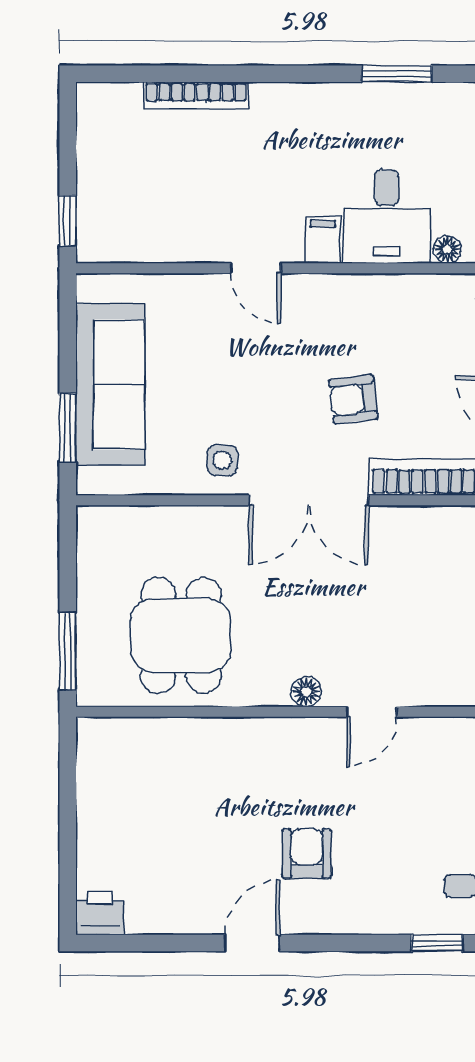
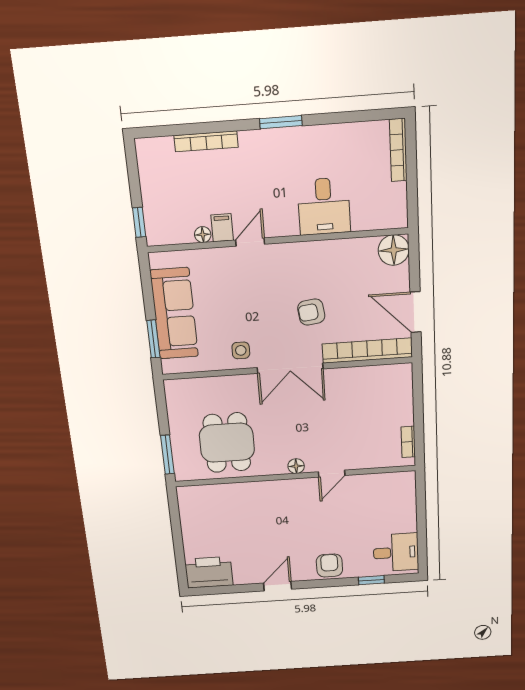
window: (397, 74) -> (281, 122), moved
filing cabinet: (323, 240) -> (222, 228), moved
floor lamp: (447, 249) -> (203, 235), moved
door: (256, 268) -> (250, 242), swing flipped
armchair: (307, 854) -> (329, 565), moved
printer: (100, 913) -> (209, 572), width x1.87, depth x1.48

